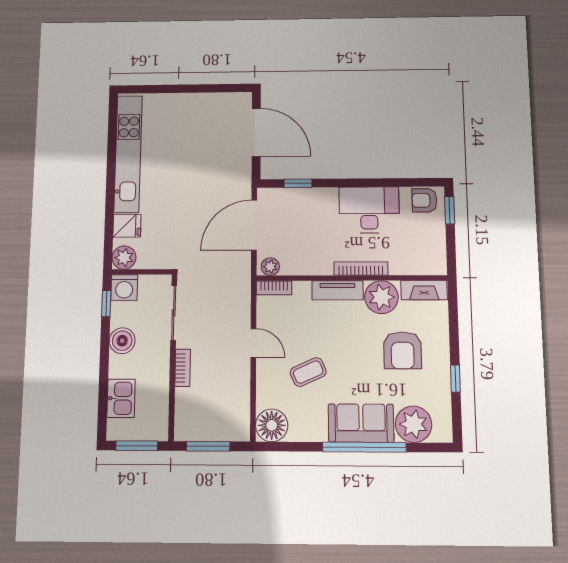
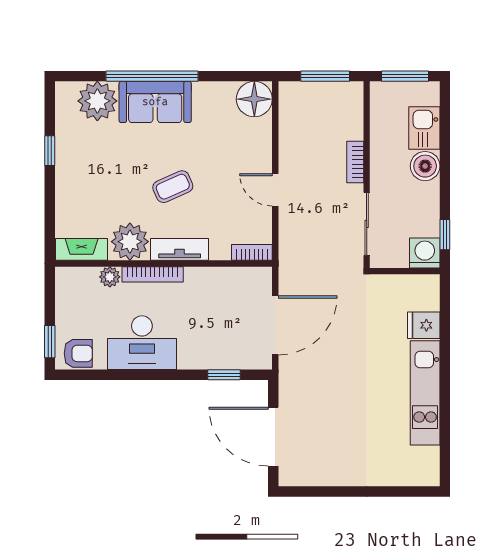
kitchen unit: (128, 154) -> (425, 393), width x0.73
plant: (124, 258) -> (426, 288), removed
plant: (270, 267) -> (110, 277), moved
boiler: (122, 341) -> (425, 166), moved
armchair: (403, 350) -> (107, 182), removed
coffee table: (308, 372) -> (173, 187), moved

